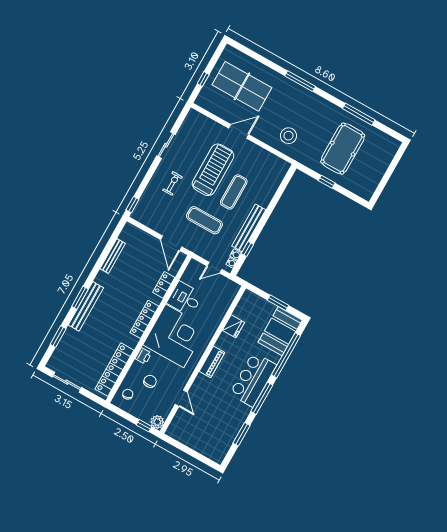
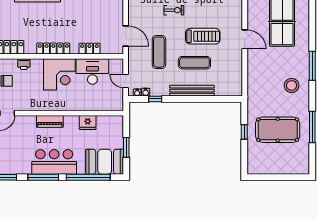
stool: (288, 136) -> (292, 85), moved
treadmill: (213, 170) -> (203, 36), width x0.73, depth x0.73
bench: (249, 228) -> (192, 91), moved
door: (171, 243) -> (126, 36), swing flipped
desk: (185, 299) -> (92, 72), width x1.37
corner desk: (175, 336) -> (59, 74), width x0.74, depth x0.74

